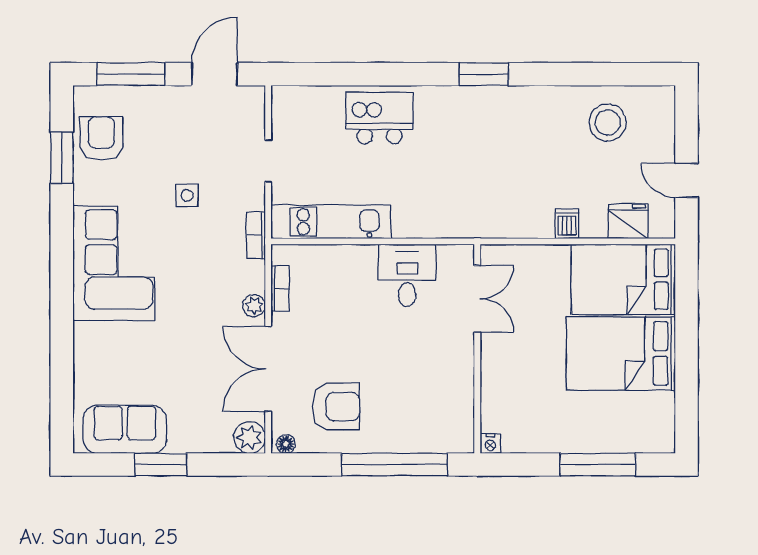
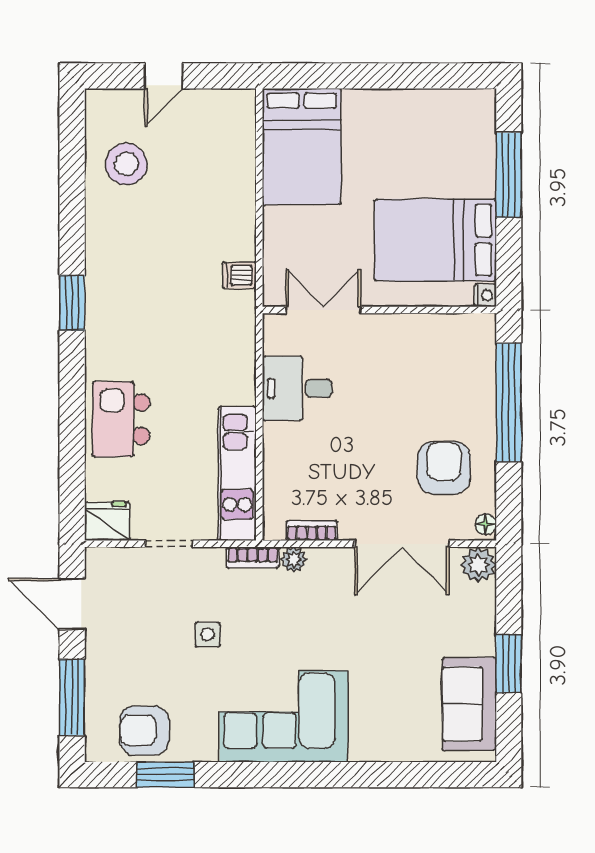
door: (686, 180) -> (164, 76), moved
fridge: (628, 221) -> (107, 521), moved, turned 90
dishwasher: (567, 224) -> (239, 275), moved
plant: (254, 306) -> (294, 559), moved
bed: (621, 354) -> (435, 240), moved, turned 90

